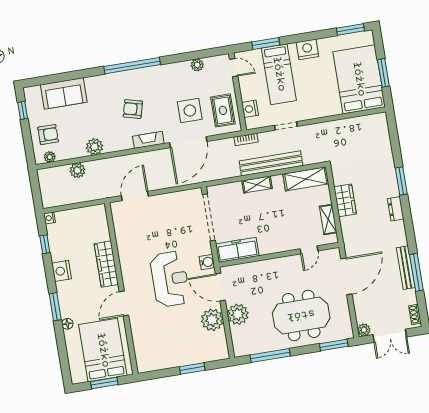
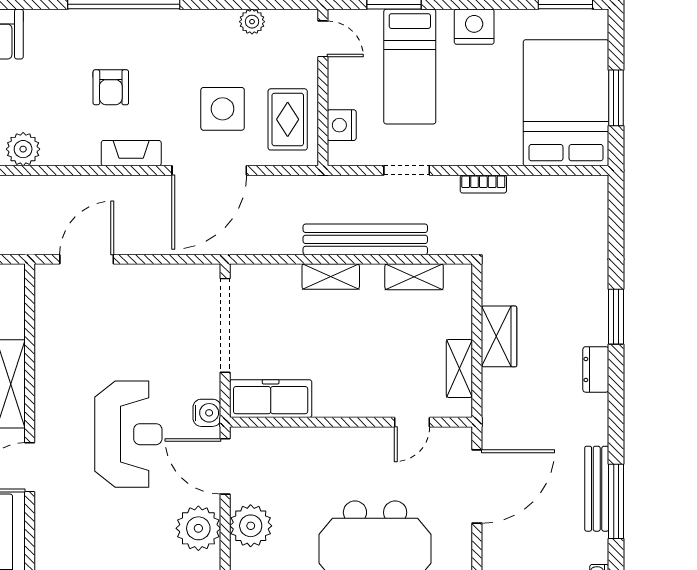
armchair: (133, 109) -> (111, 87), turned -105
bookcase: (246, 139) -> (483, 184), moved
shelving: (306, 179) -> (414, 277), width x0.67, depth x0.75

